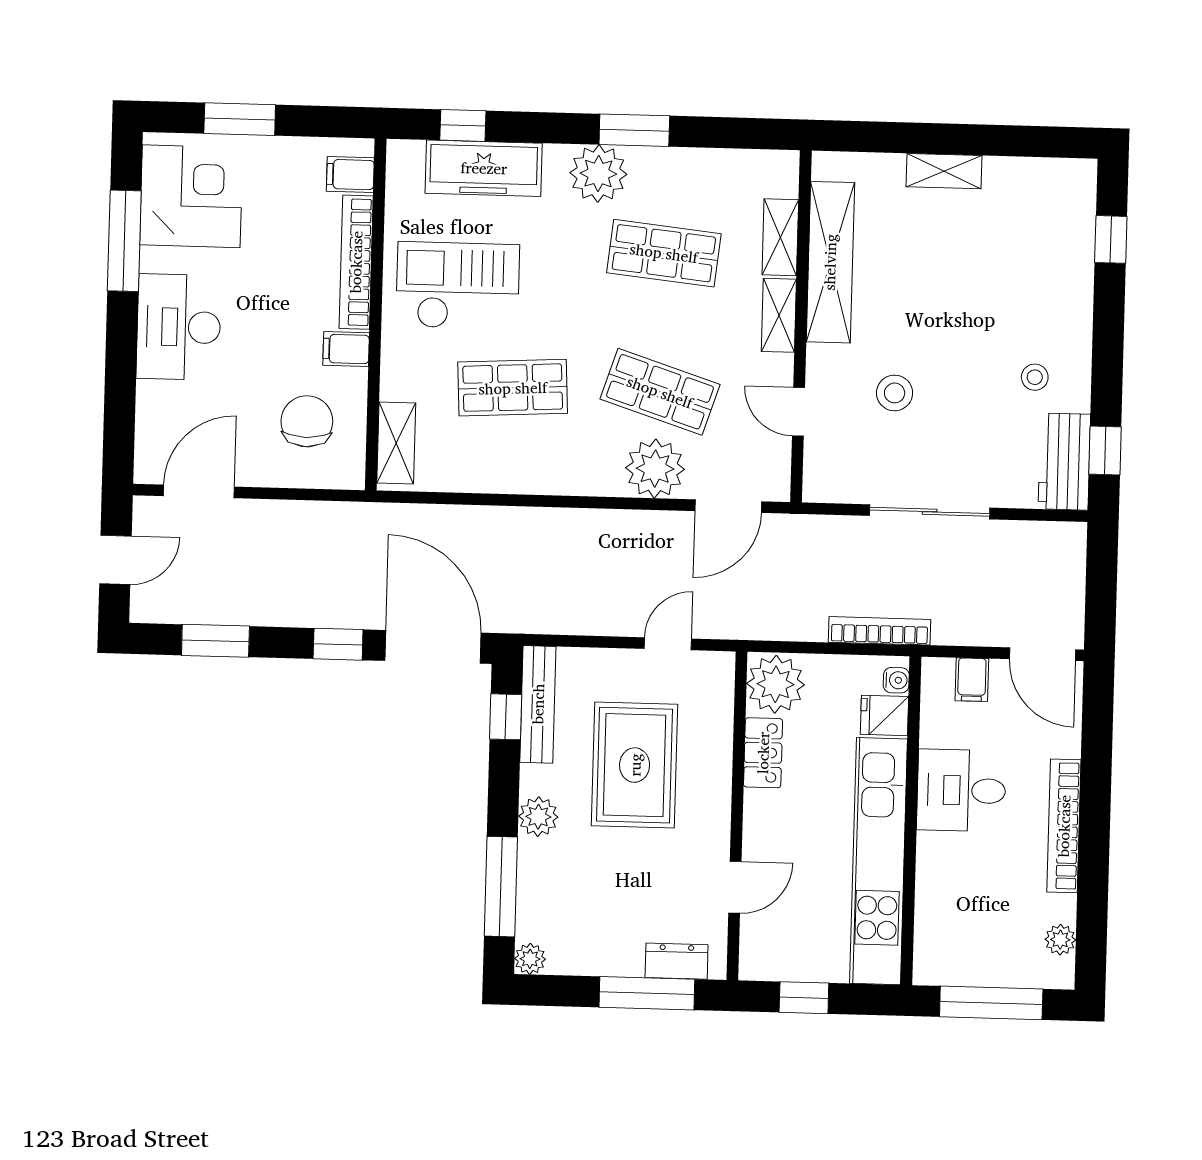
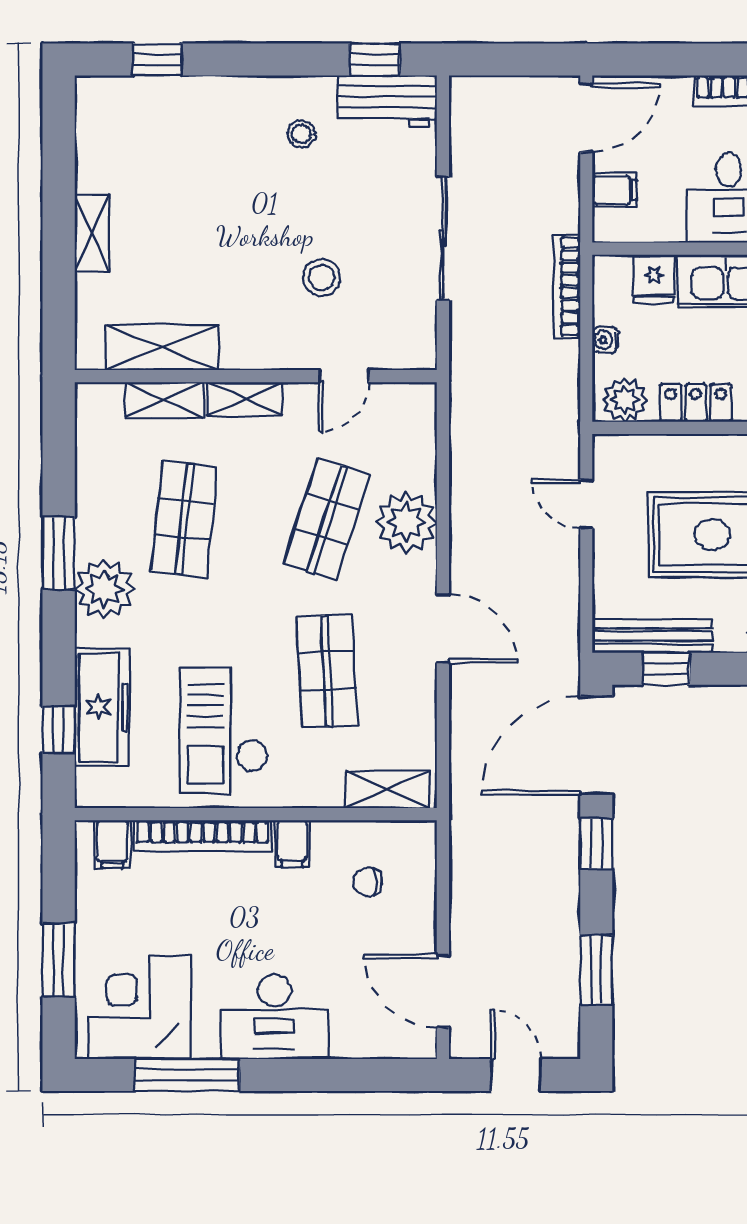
shelving: (830, 262) -> (162, 348), width x0.68
chair: (307, 421) -> (368, 882), width x0.54, depth x0.54
door: (728, 506) -> (443, 629), moved
water cooler: (896, 680) -> (605, 340), moved, turned -90
plant: (776, 684) -> (625, 400), width x0.73, depth x0.73

